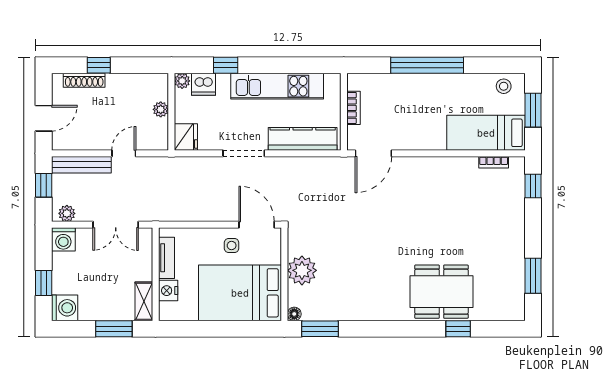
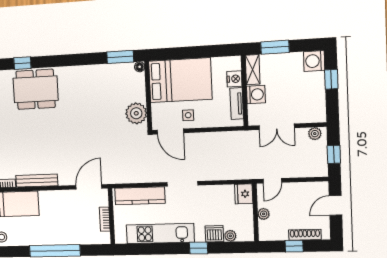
plant: (161, 109) -> (264, 214), moved
wall: (171, 112) -> (255, 212), moved
fridge: (186, 137) -> (244, 194), moved
bench: (81, 165) -> (37, 181), moved
double door: (116, 225) -> (277, 127), swing flipped
washing machine: (63, 239) -> (256, 94), moved, turned 90
plant: (302, 270) -> (136, 113), moved

